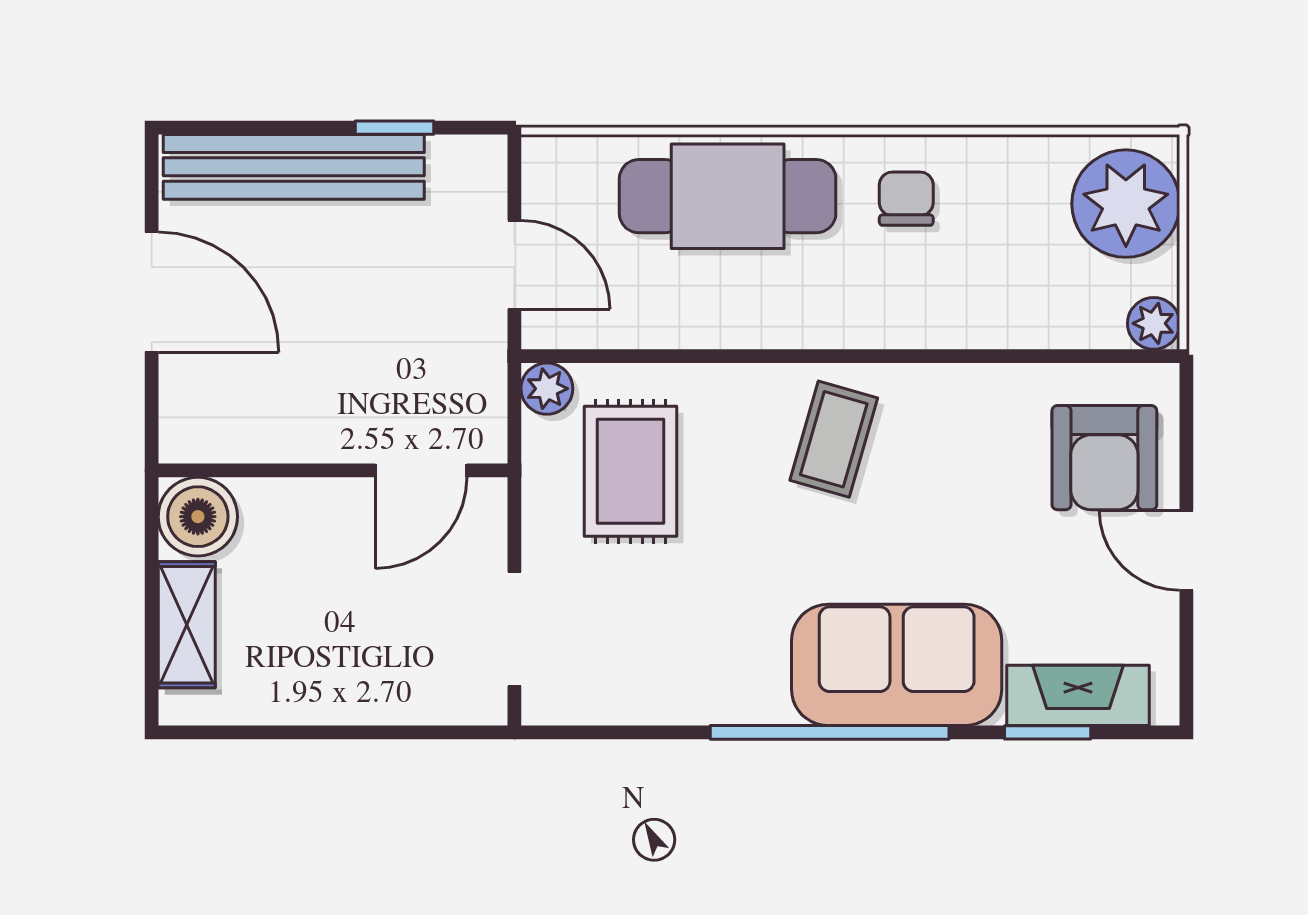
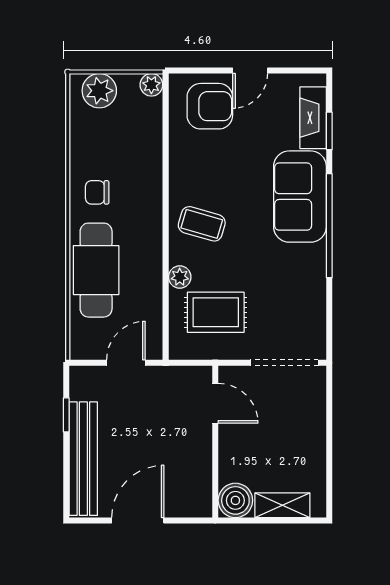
plant: (1126, 204) -> (99, 91), width x0.73, depth x0.73
plant: (547, 389) -> (180, 277), moved
doorway: (514, 629) -> (284, 363), width x1.38

